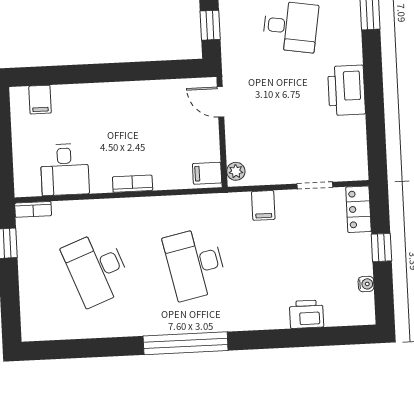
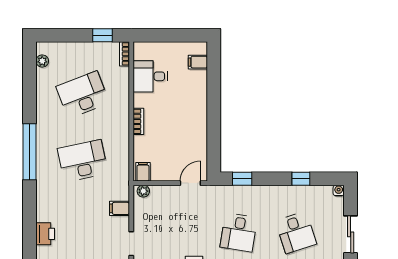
plant: (50, 331) -> (42, 61), added

